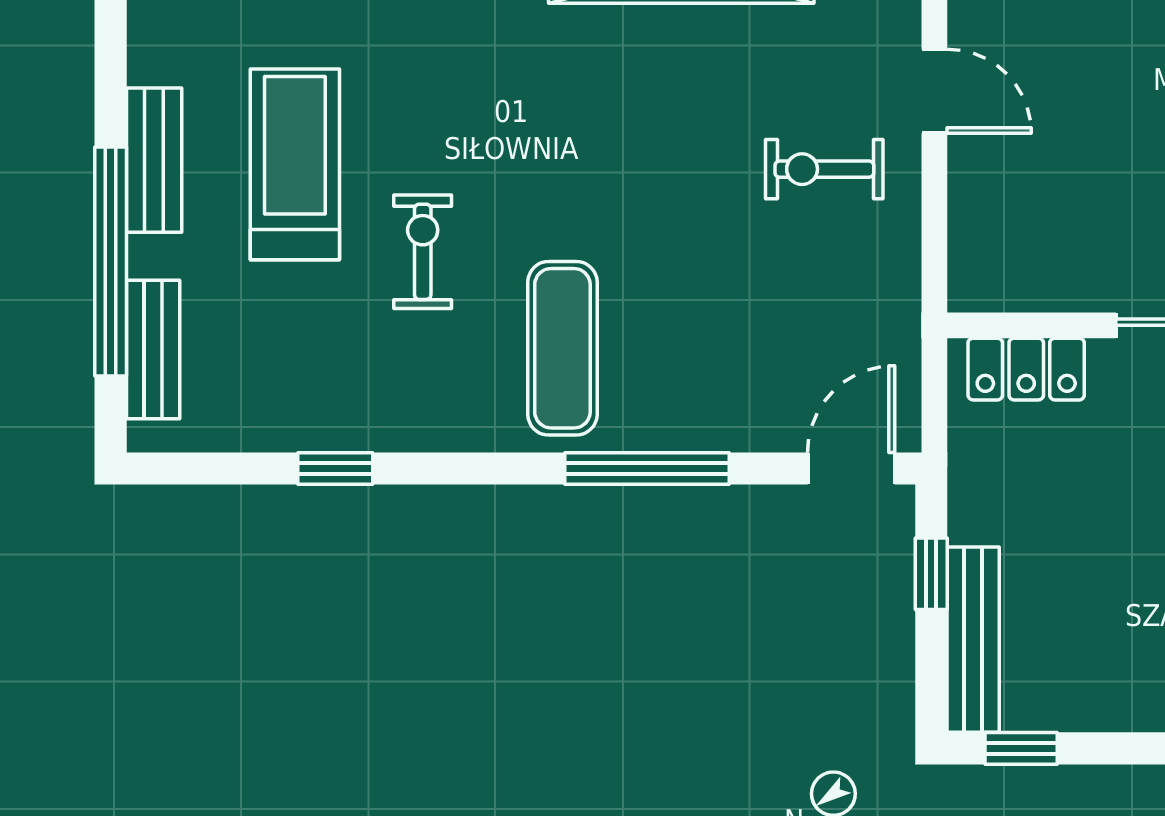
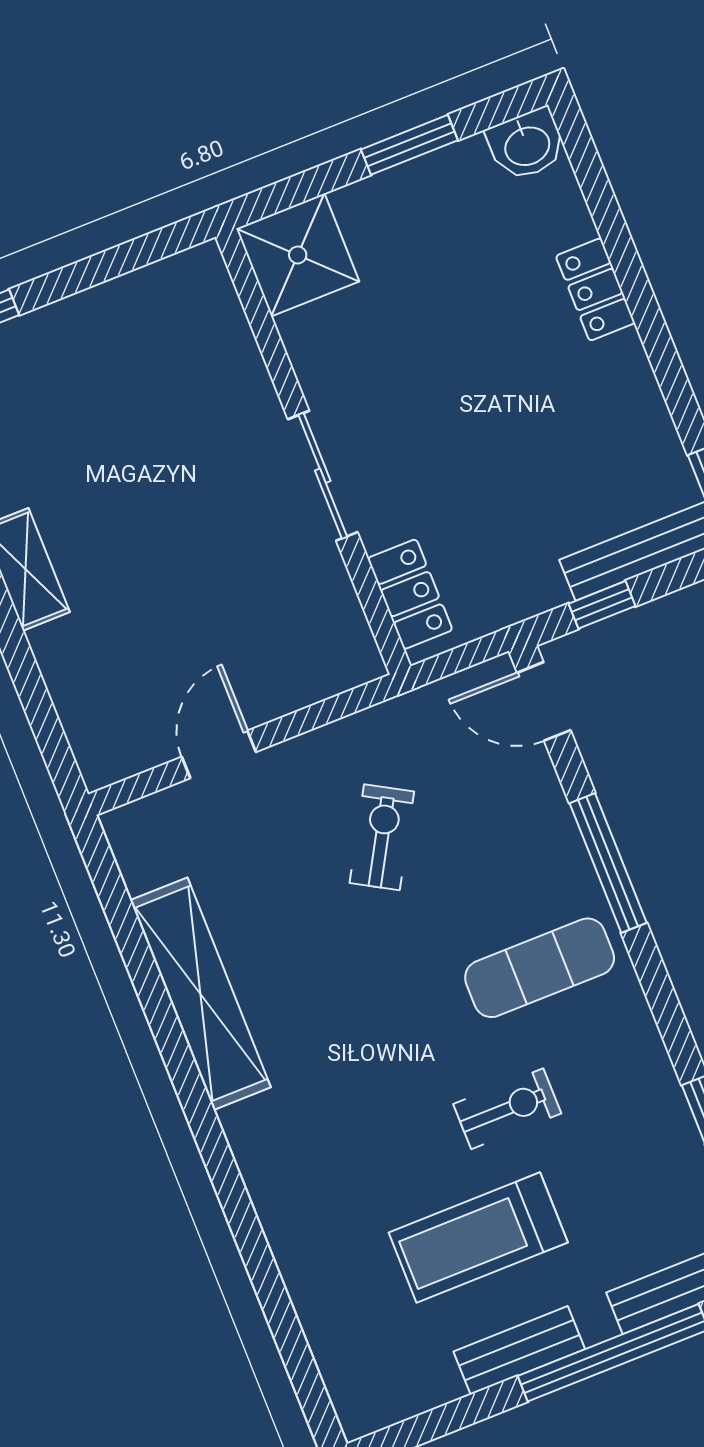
exercise bike: (824, 169) -> (382, 837), moved, turned -150
exercise bike: (423, 252) -> (507, 1109), turned 180

